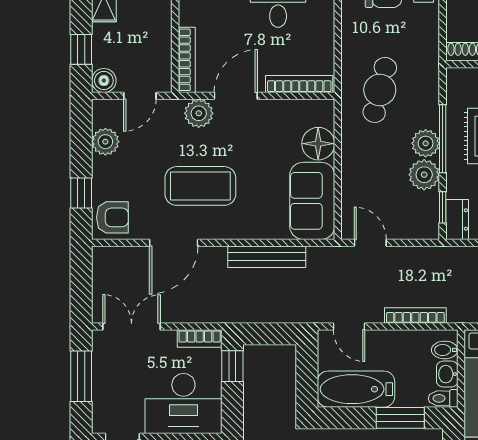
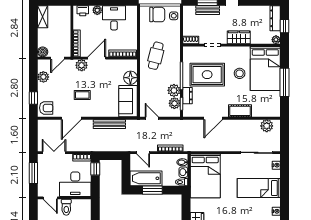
window: (81, 49) -> (33, 39), removed
plant: (426, 143) -> (174, 103), moved
coffee table: (200, 186) -> (82, 95), width x0.54, depth x0.58
dresser: (457, 219) -> (187, 96), moved
window: (400, 418) -> (152, 190), moved

